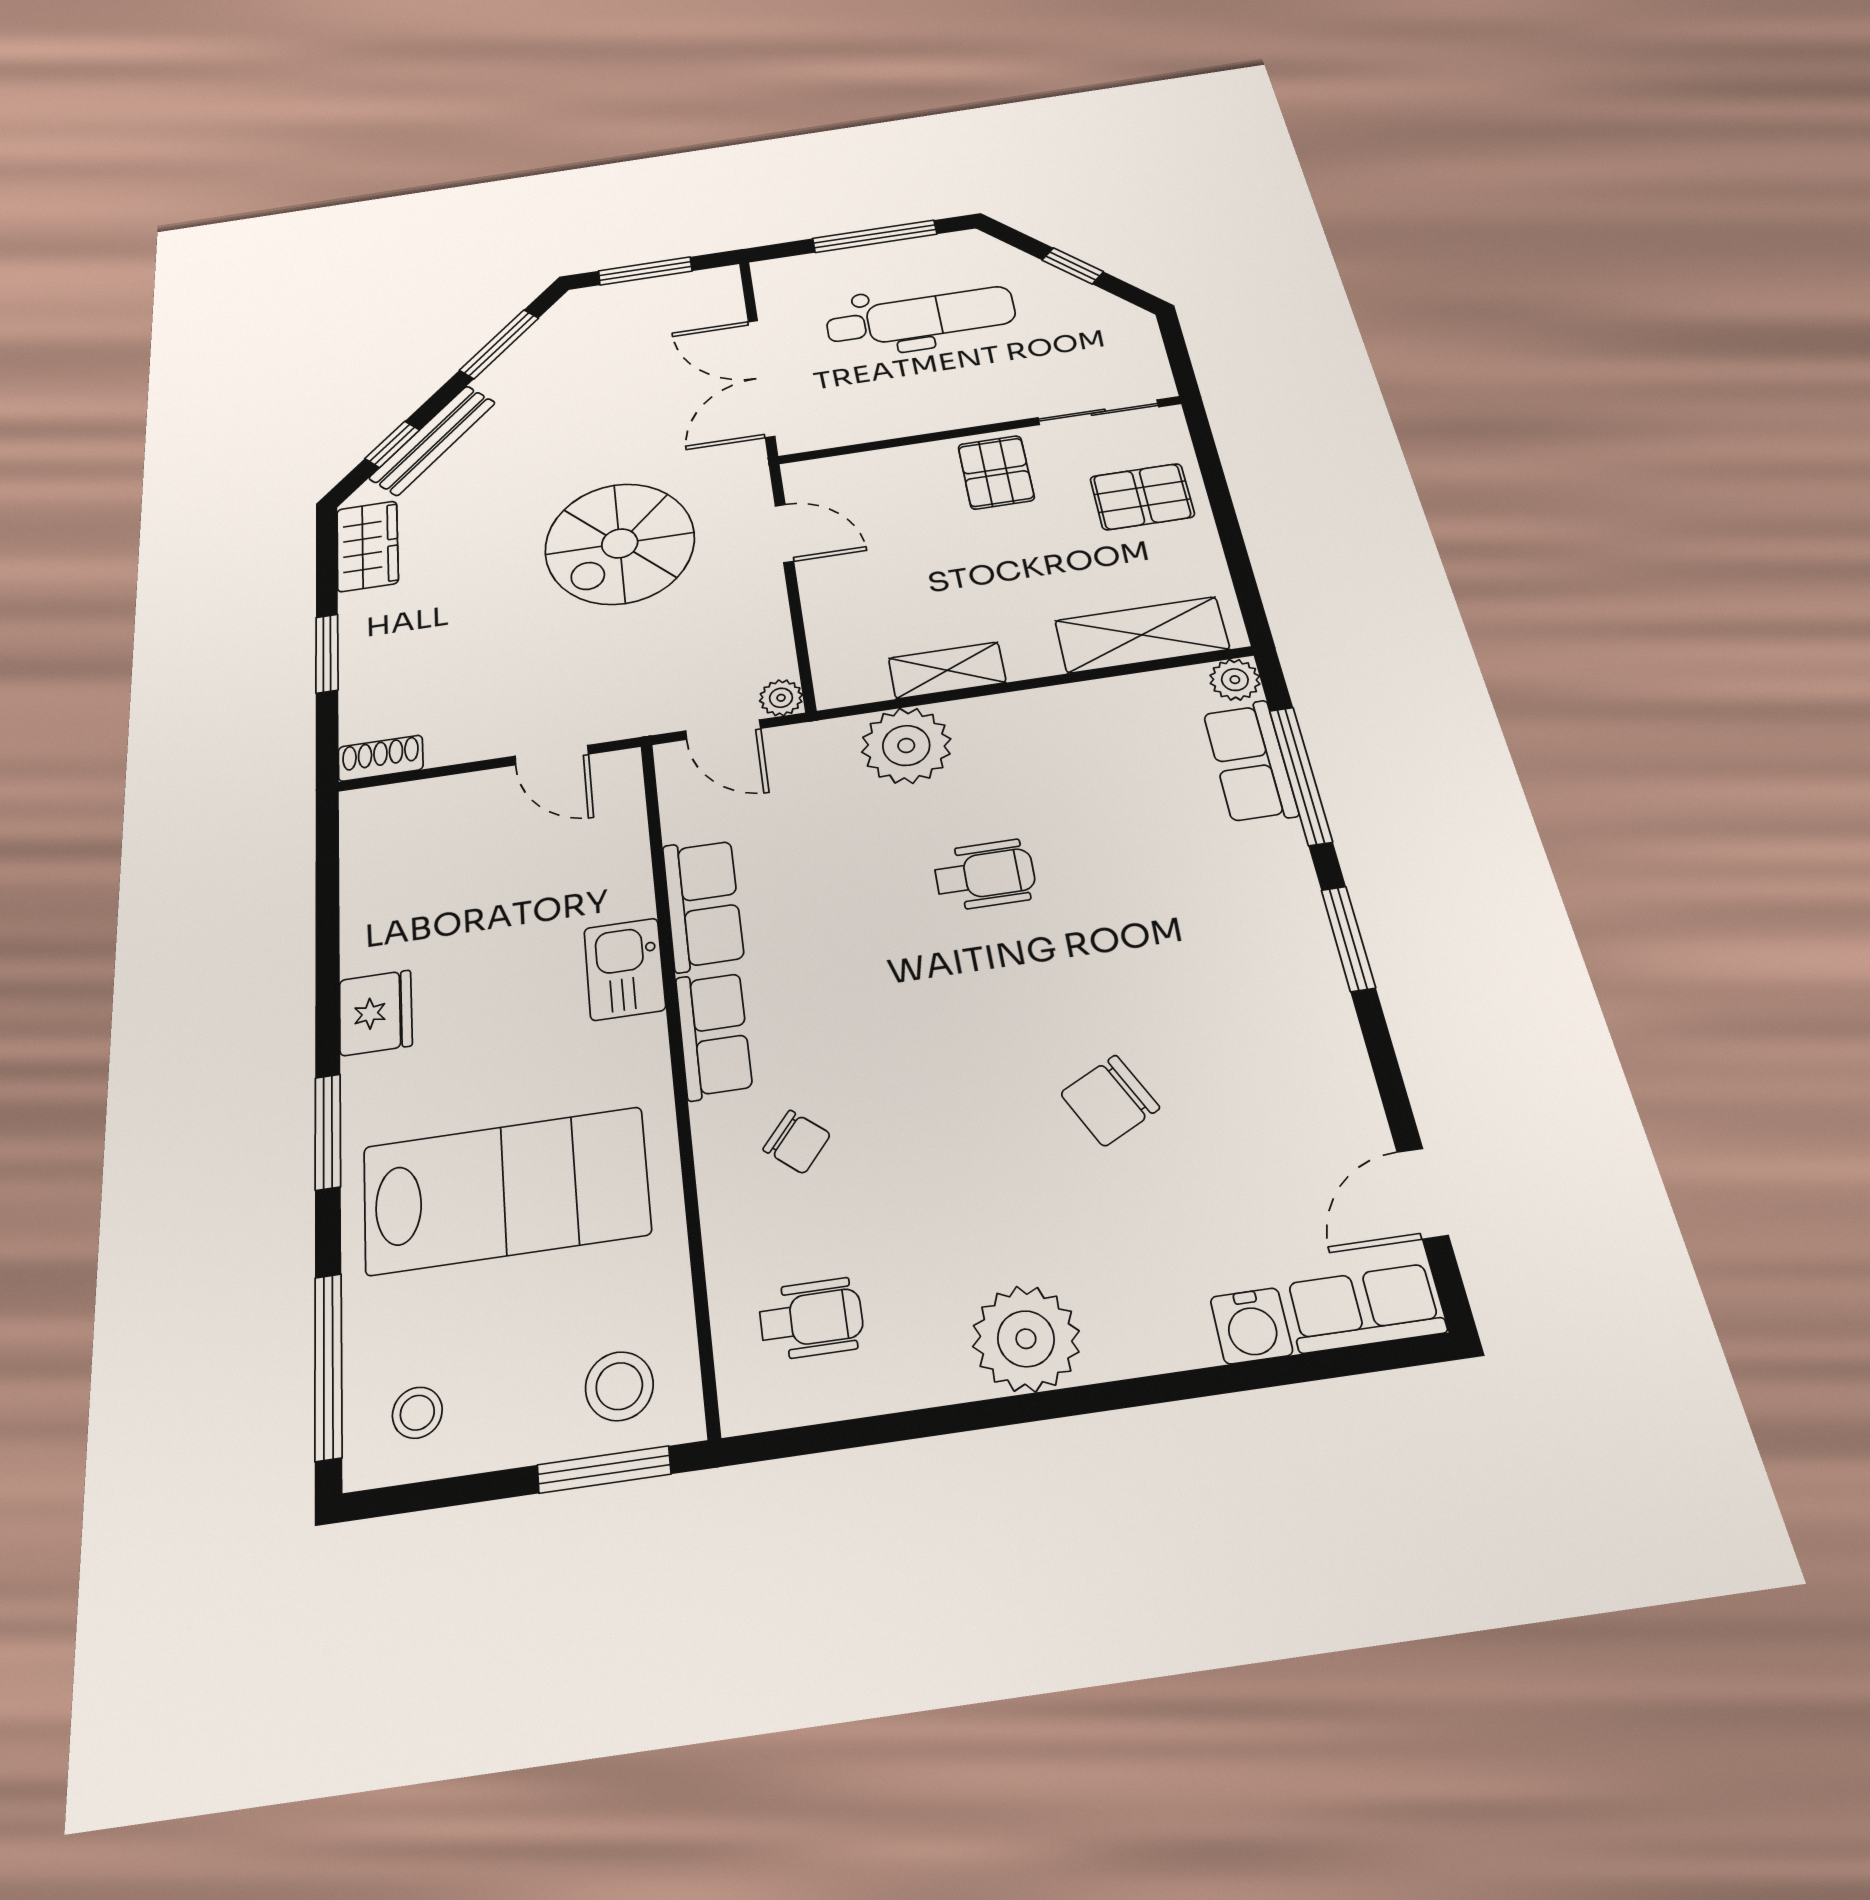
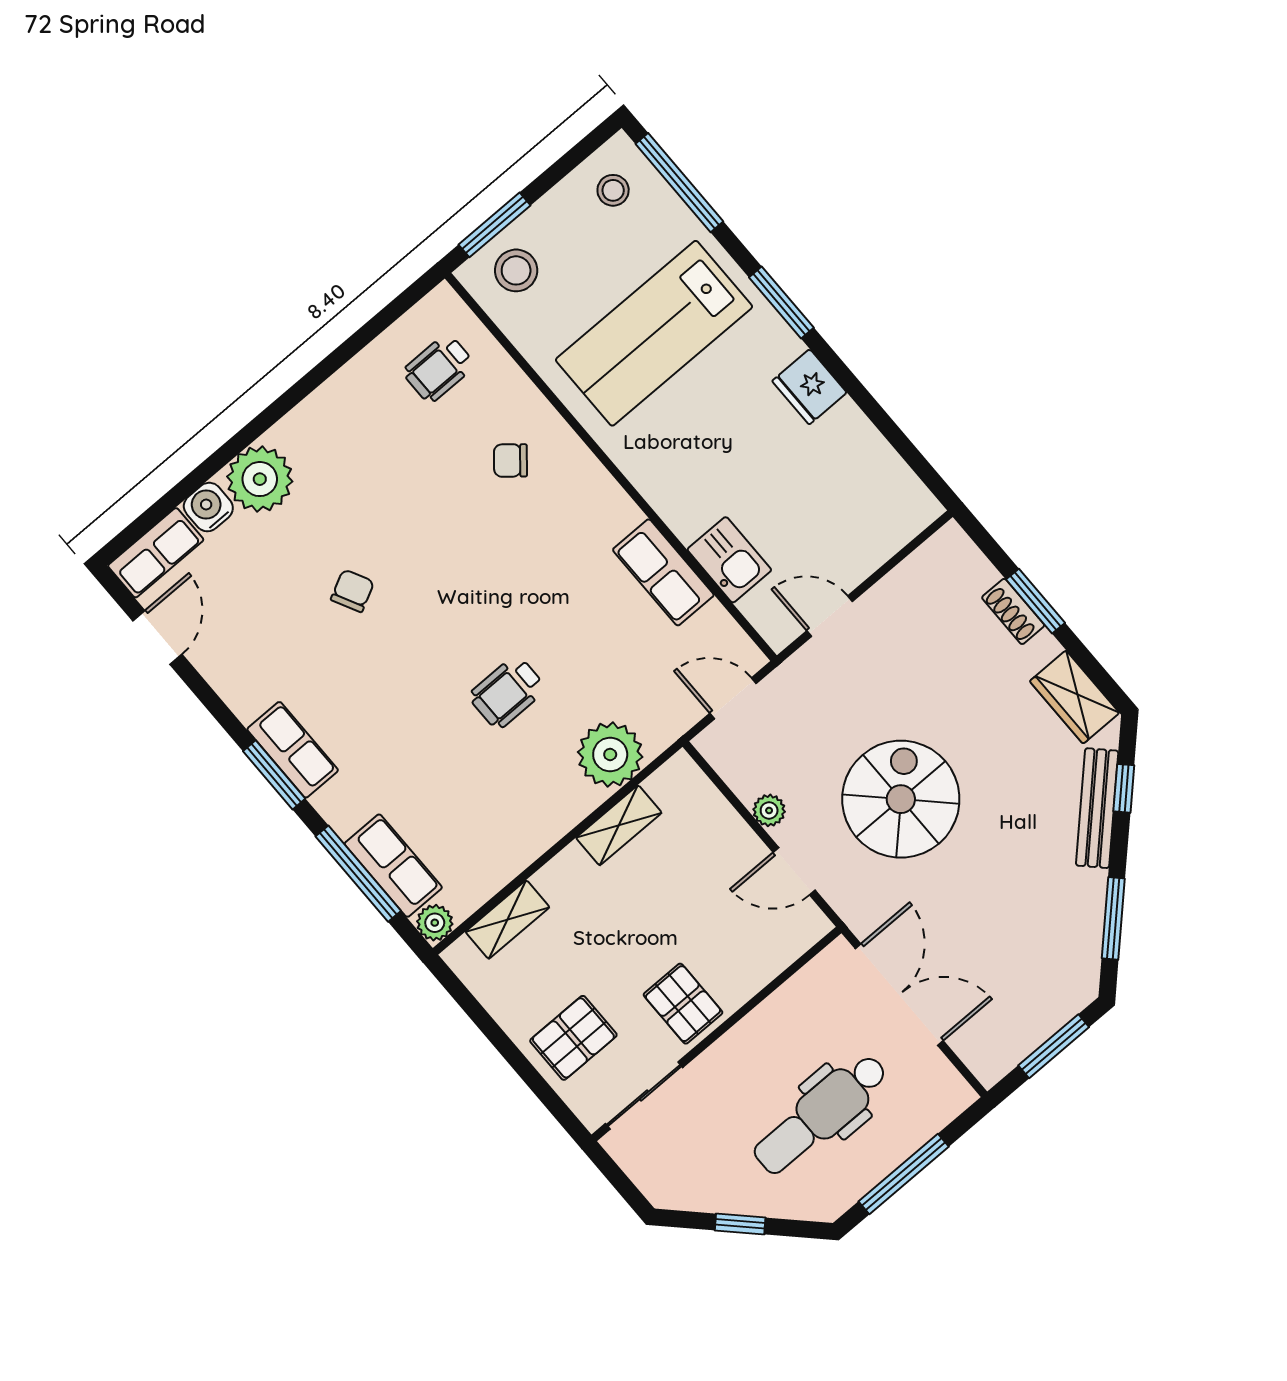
shelving: (1142, 635) -> (507, 919), width x0.67, depth x0.75
plant: (781, 698) -> (769, 810), moved
shoe rack: (381, 758) -> (1013, 611), moved, turned 90
kitchen sink: (625, 969) -> (729, 560), moved
row of seats: (714, 1034) -> (293, 750), moved, turned 180
chair: (1110, 1101) -> (352, 591), width x0.73, depth x0.73
plant: (1026, 1339) -> (260, 479), moved

